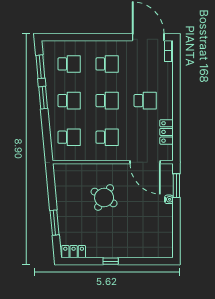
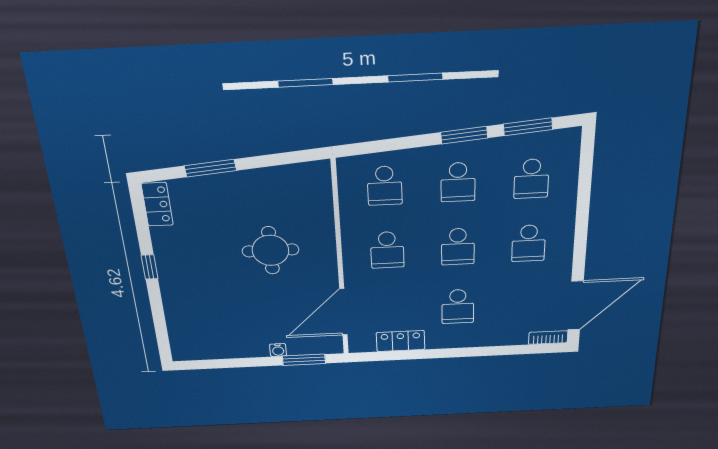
round table: (104, 198) -> (270, 250), turned -32

